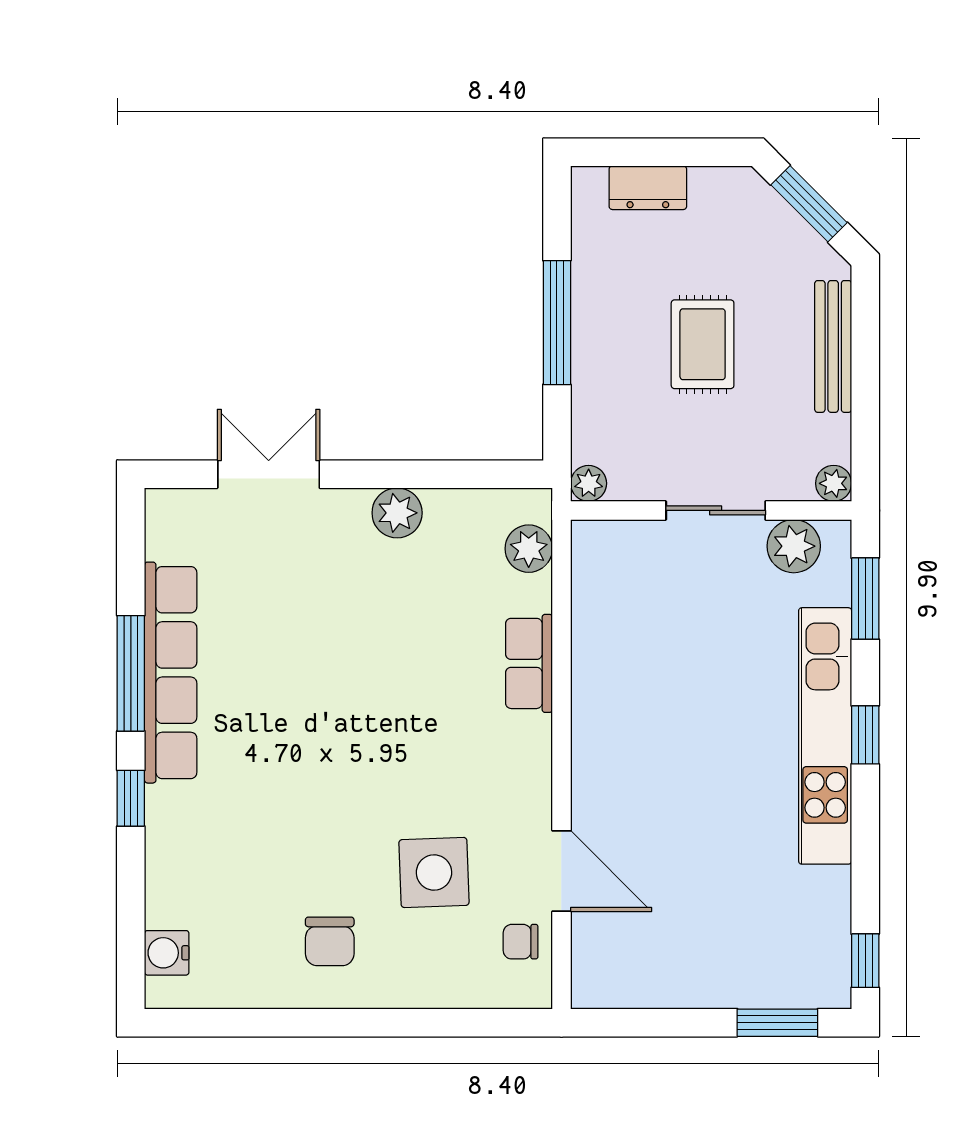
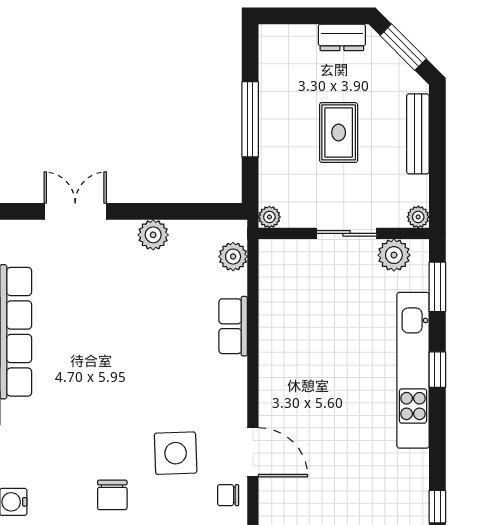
dresser: (648, 188) -> (342, 37), moved

